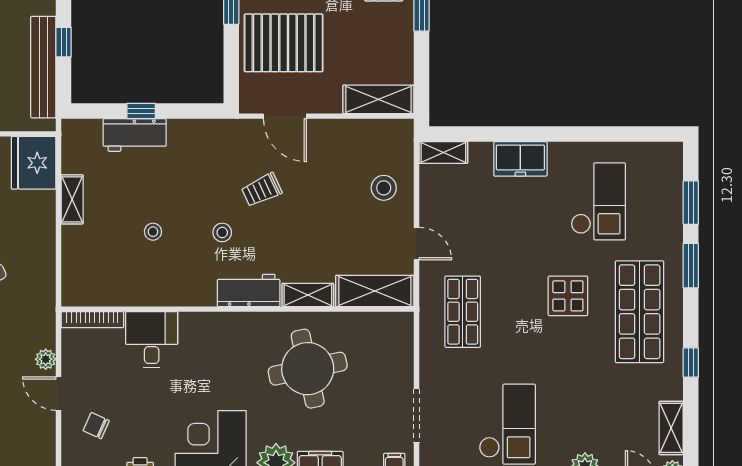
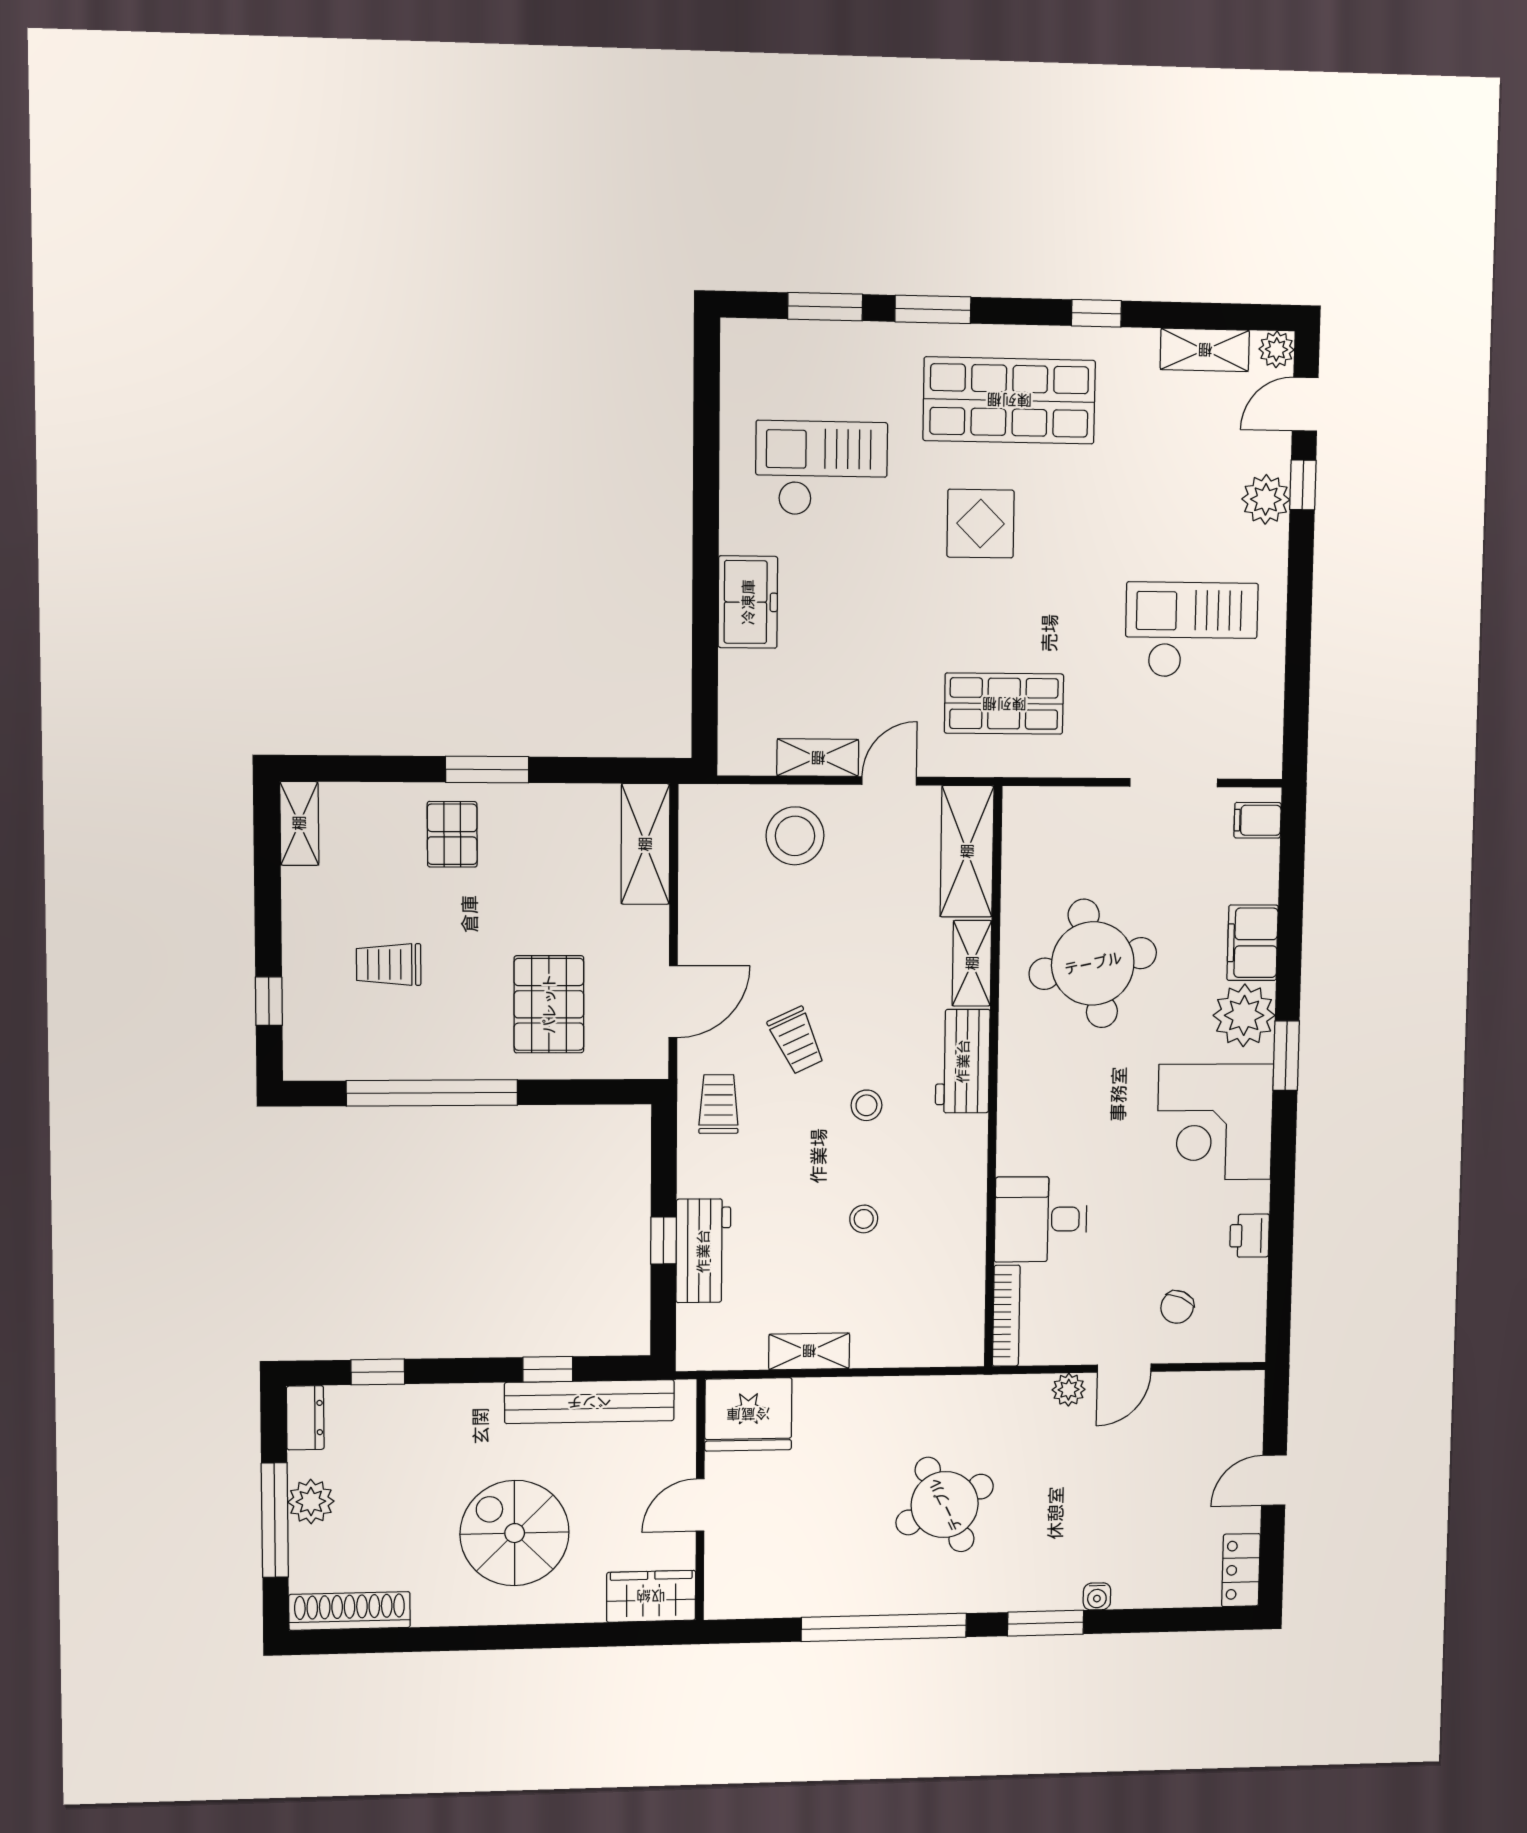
pallet: (284, 43) -> (549, 1004), width x0.73, depth x0.71
trolley: (224, 144) -> (719, 1104), added
shelving: (443, 152) -> (818, 758), moved, turned 90
stool: (384, 188) -> (795, 836), width x1.38, depth x1.38

